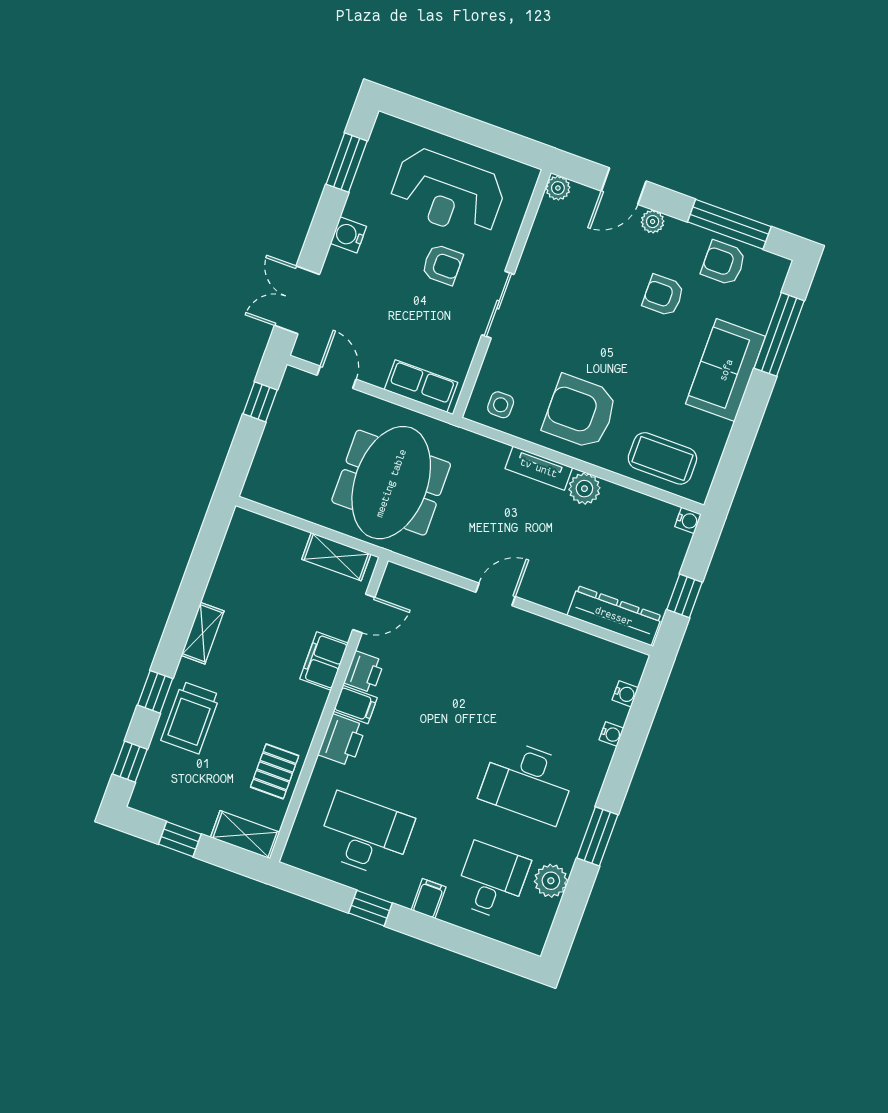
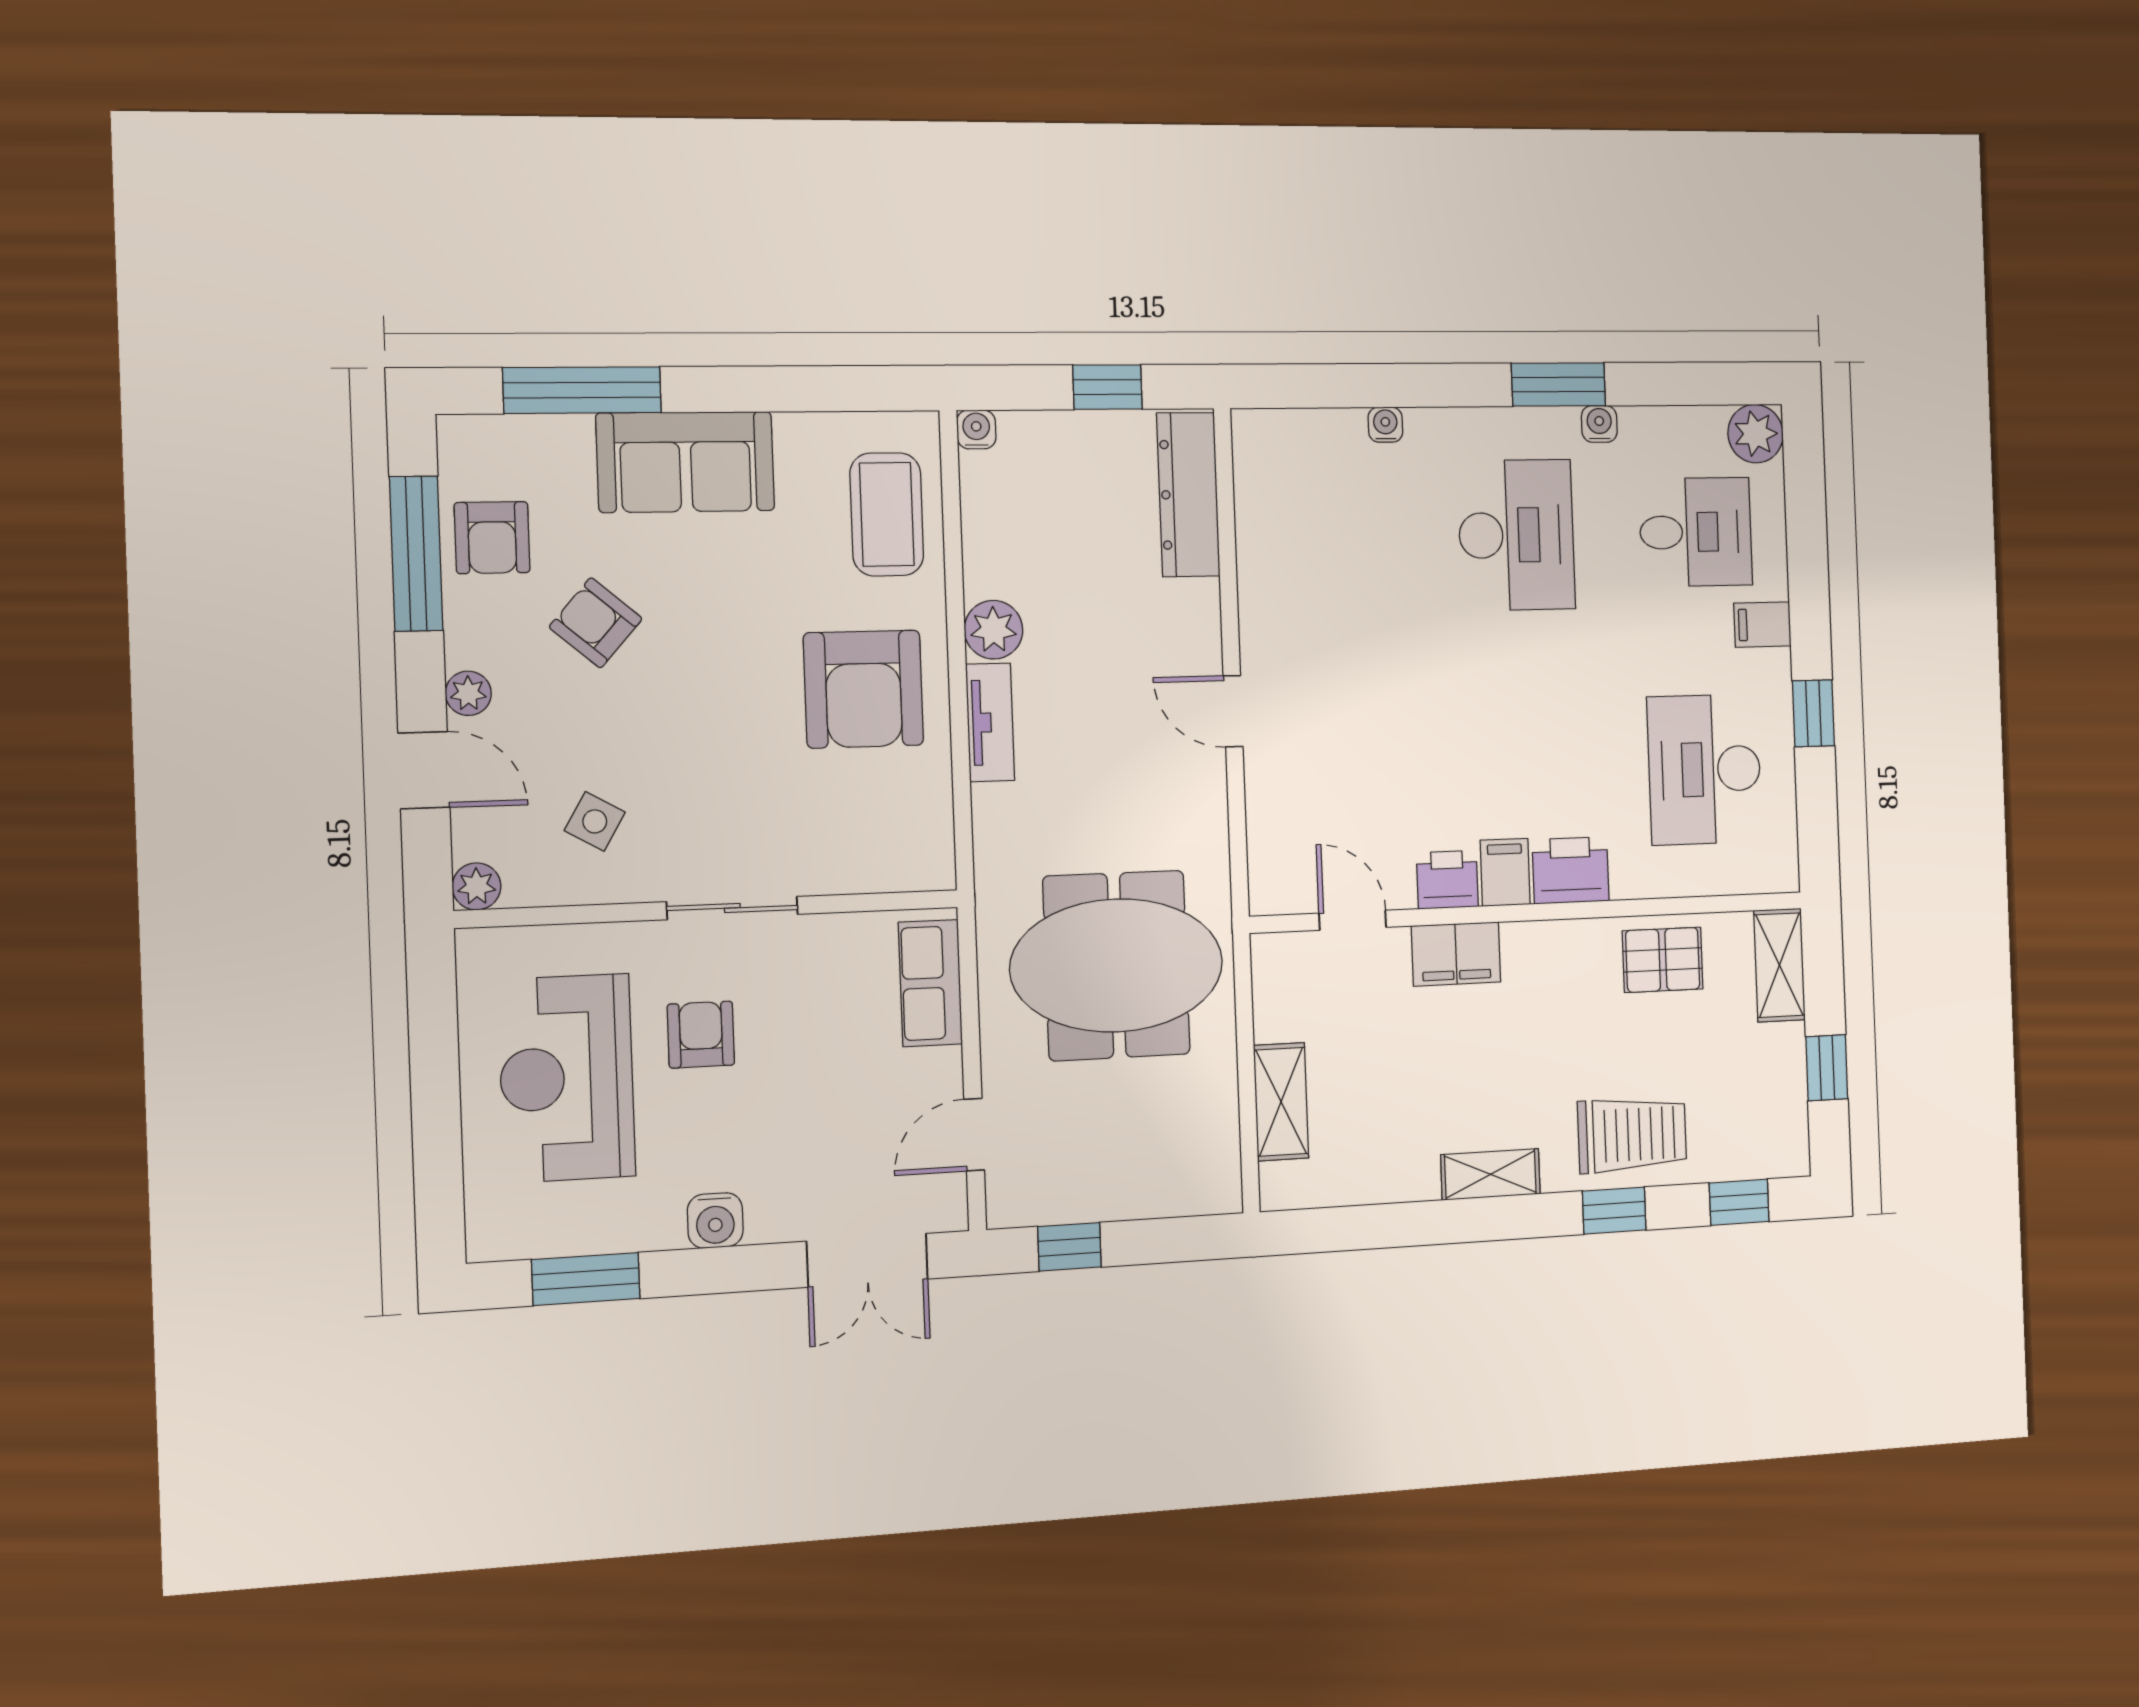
reception desk: (448, 193) -> (567, 1078), turned 180
armchair: (663, 295) -> (596, 623), turned 131
side table: (501, 405) -> (595, 821), moved, turned 30
shelving: (336, 557) -> (1281, 1102), moved
water cooler: (625, 694) -> (1599, 424), moved
desk: (492, 881) -> (1696, 532), turned 180
plant: (551, 881) -> (1756, 434), moved

